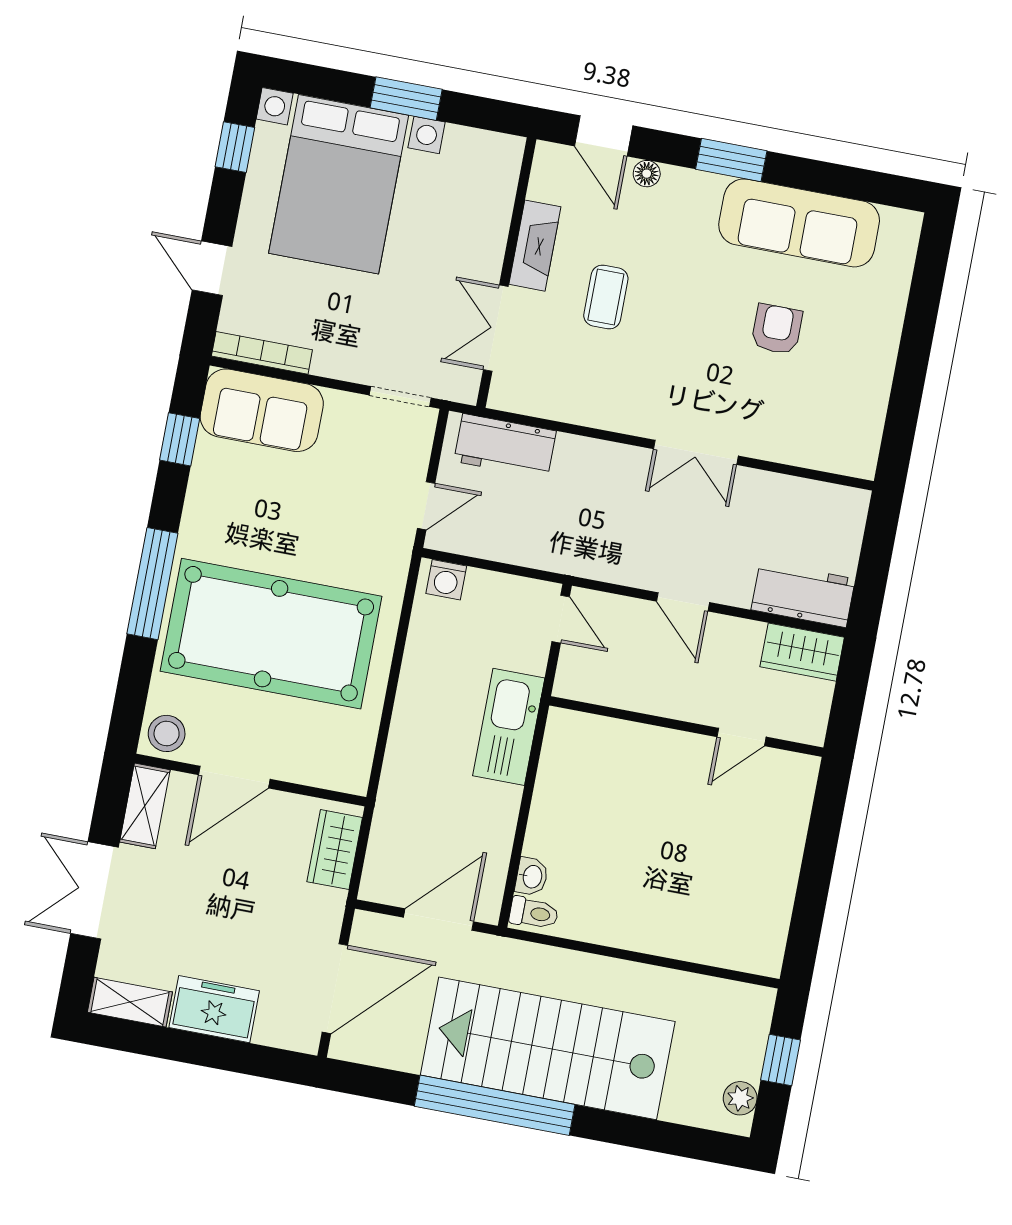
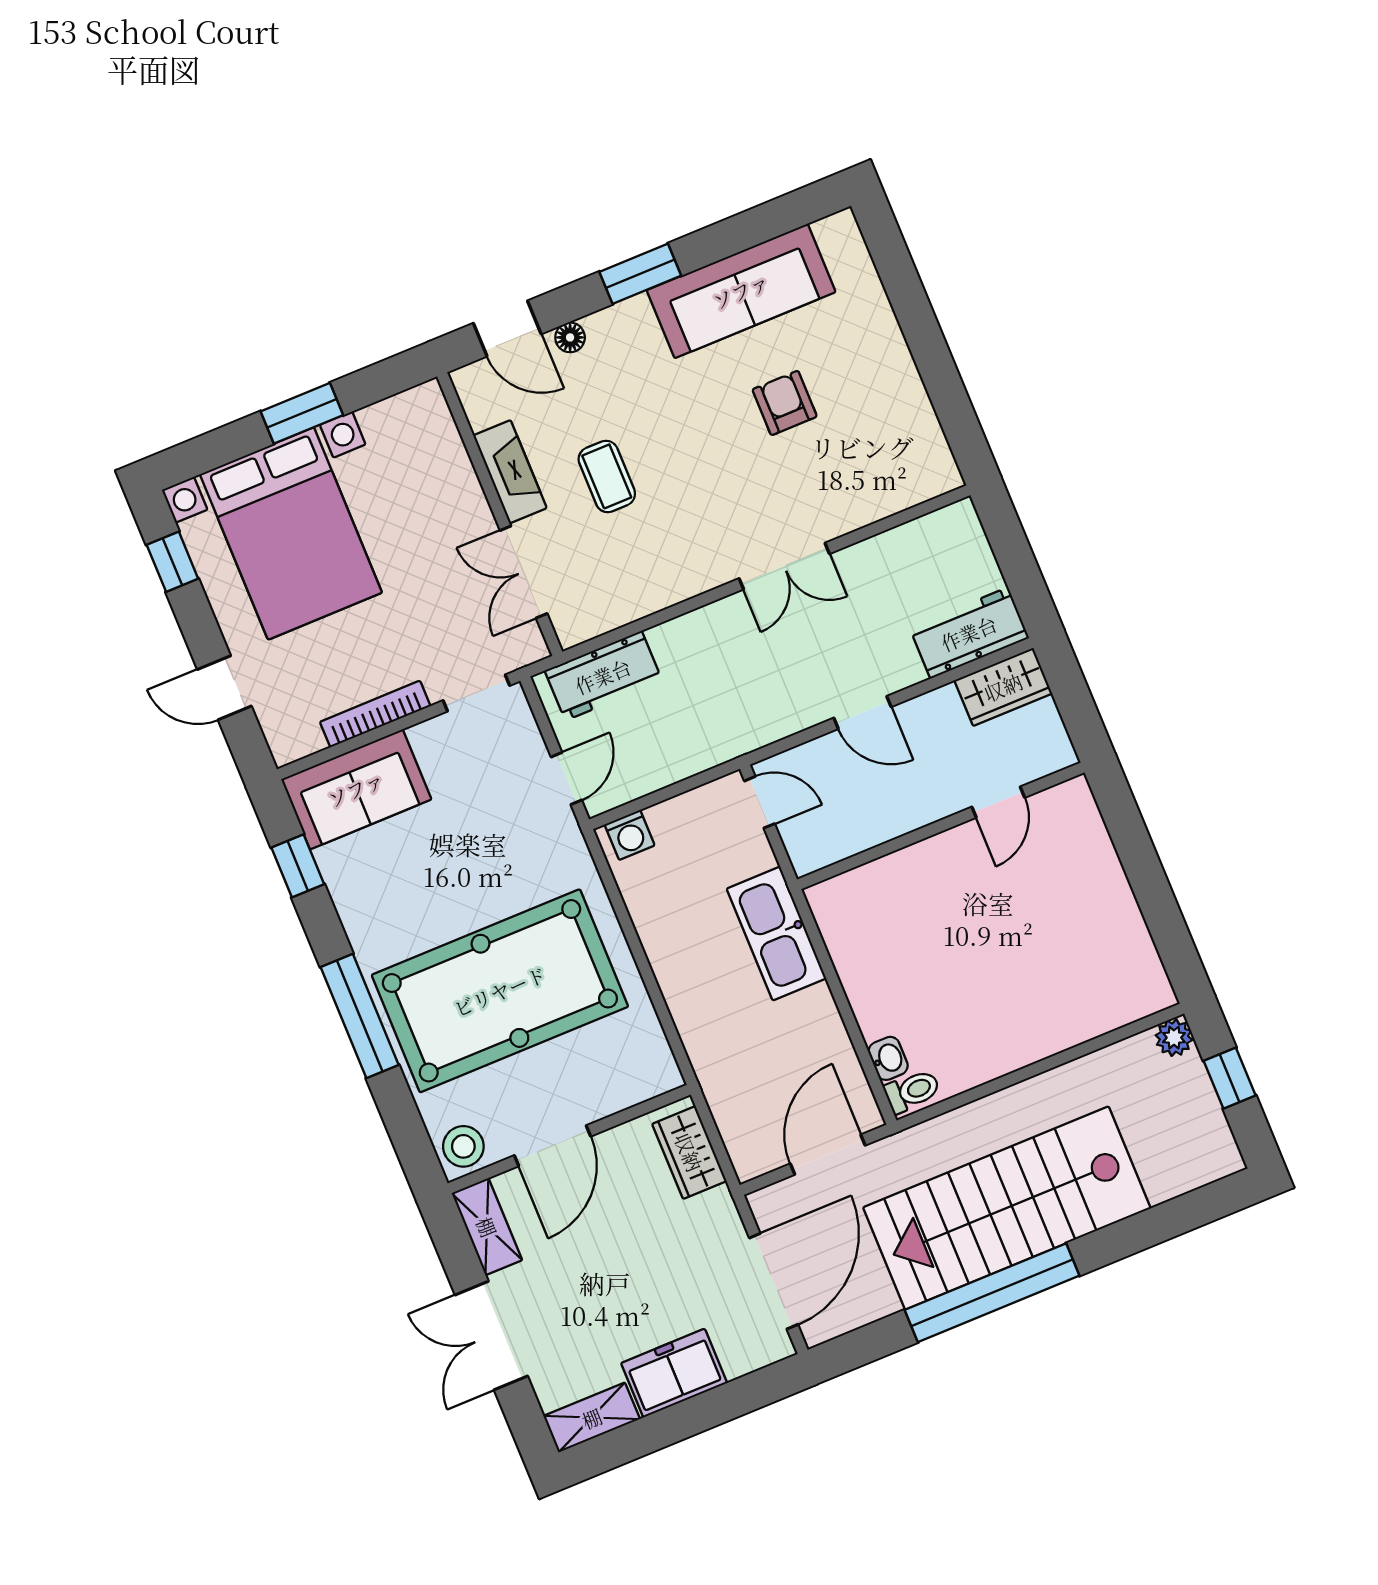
bookcase: (262, 353) -> (375, 714), moved
plant: (740, 1098) -> (1174, 1038), moved

